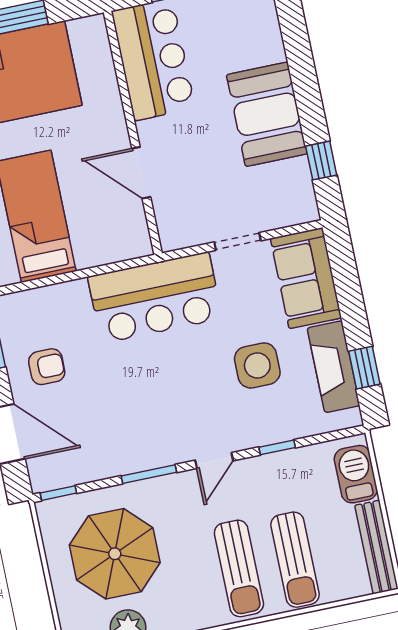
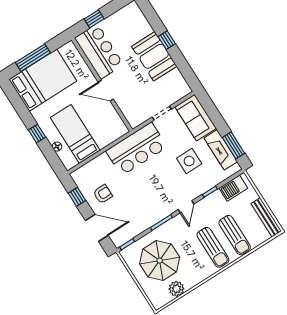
window: (321, 161) -> (167, 40), moved
door: (141, 173) -> (106, 91), moved
window: (364, 368) -> (234, 145), width x1.50
barbecue: (356, 474) -> (233, 188), moved, turned -90

